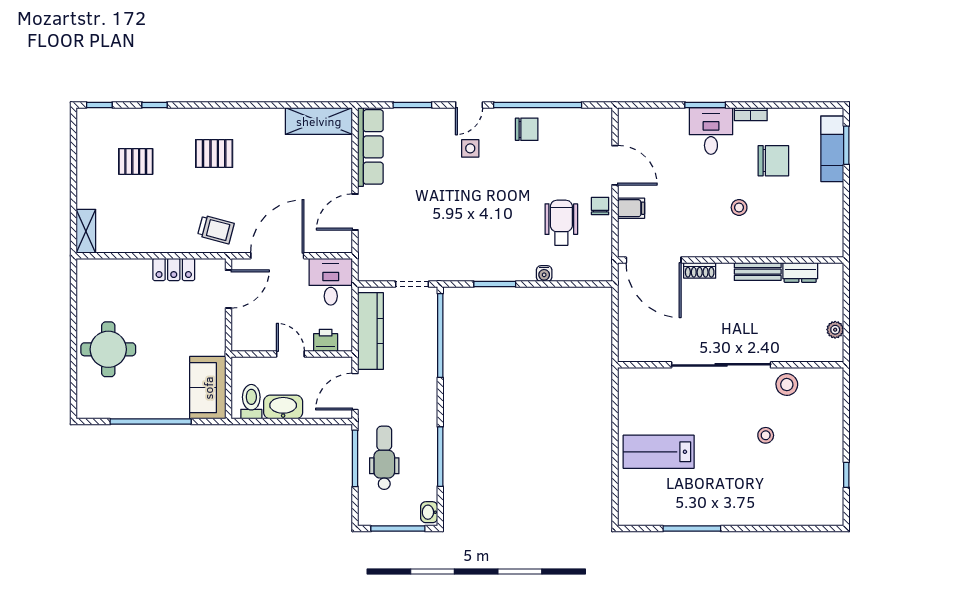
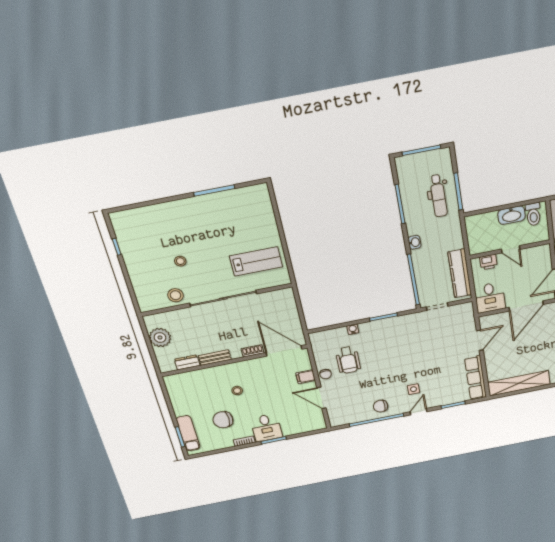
shelving: (319, 121) -> (519, 383), width x1.47
plant: (835, 330) -> (160, 338), width x1.88, depth x1.88
door: (355, 392) -> (464, 234), removed
lab bench: (659, 452) -> (256, 261), moved
washbasin: (429, 512) -> (415, 242), moved

